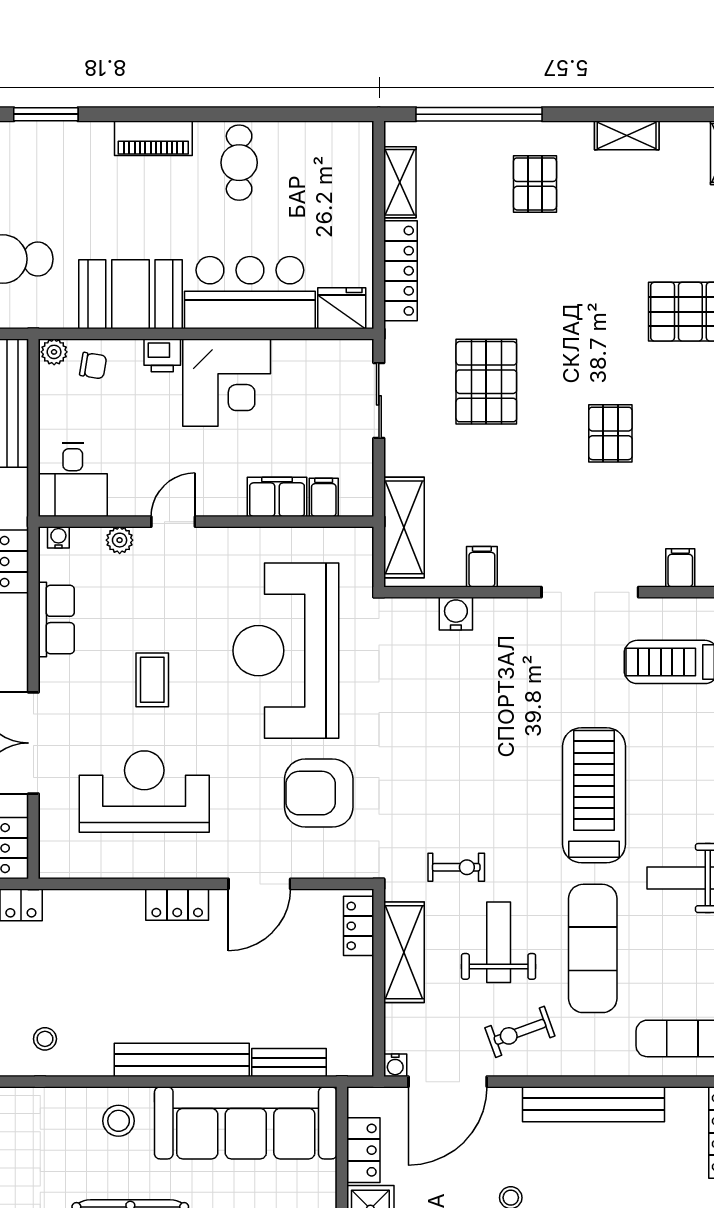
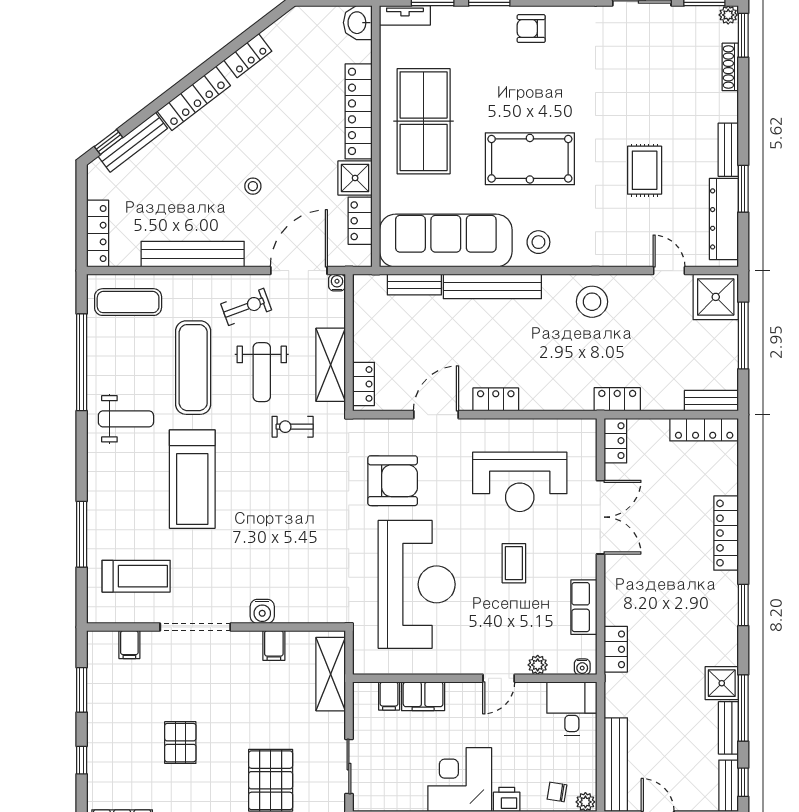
water cooler: (456, 614) -> (262, 611), moved
stool: (45, 1039) -> (592, 302), width x1.89, depth x1.89

